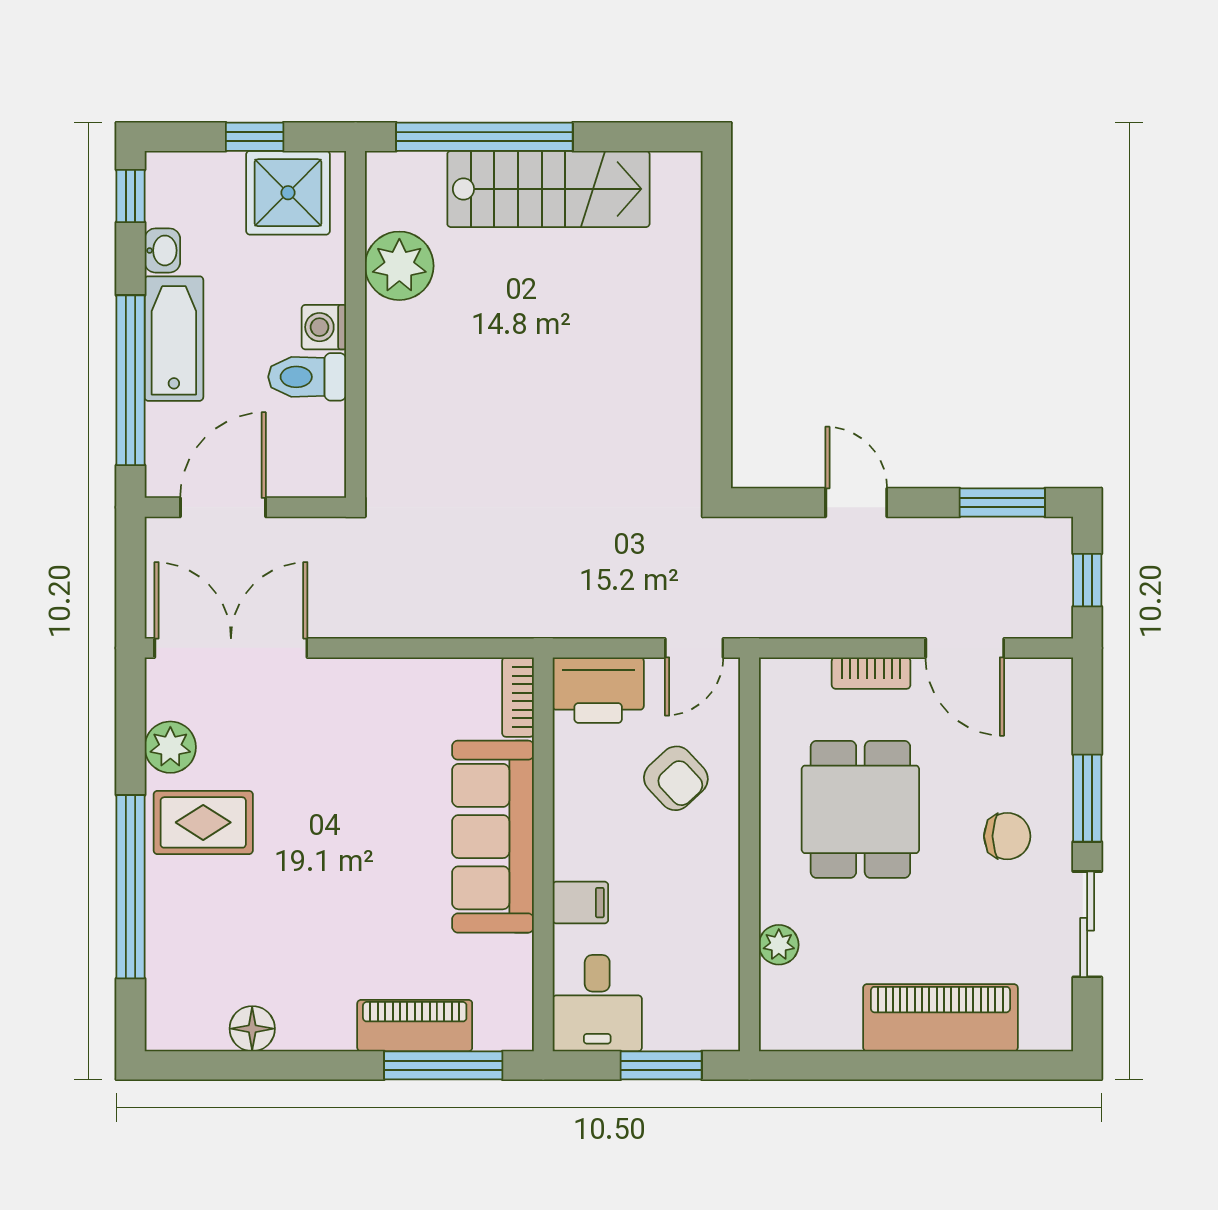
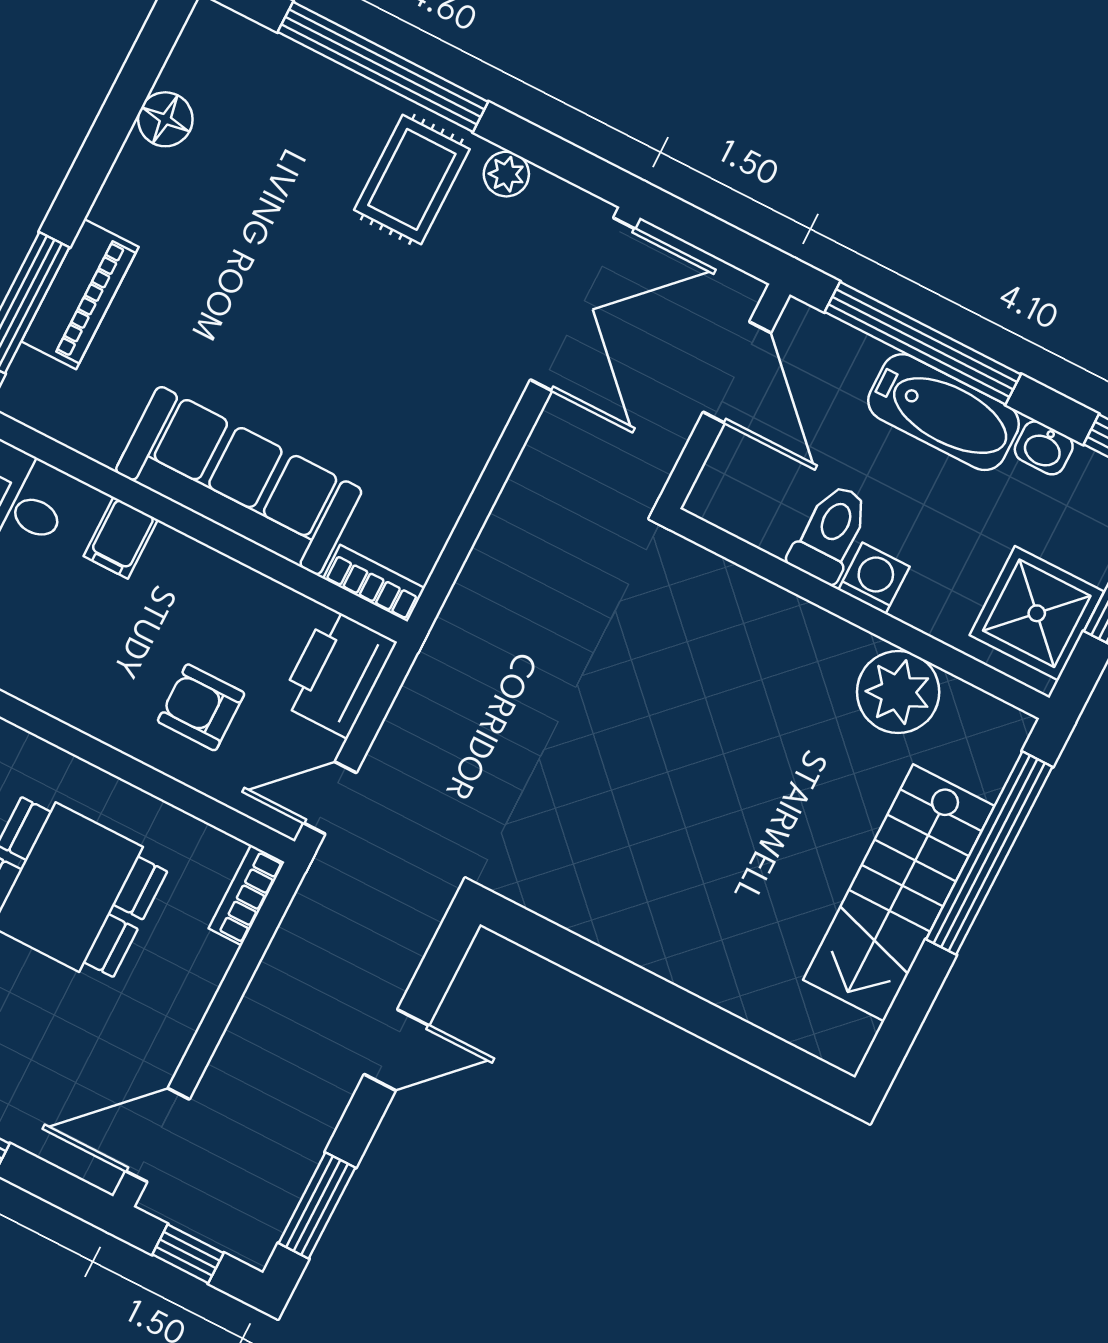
door: (694, 648) -> (330, 798), hinge flipped
door: (965, 648) -> (158, 1135), moved
bookcase: (871, 673) -> (247, 895), moved
plant: (170, 747) -> (506, 174), width x0.73, depth x0.73
armchair: (676, 778) -> (201, 707), turned 43

